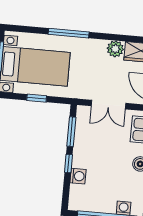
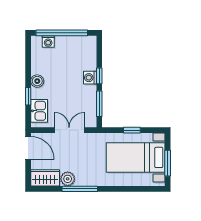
window: (69, 33) -> (80, 189), moved
washing machine: (78, 176) -> (90, 78), moved

